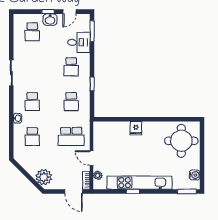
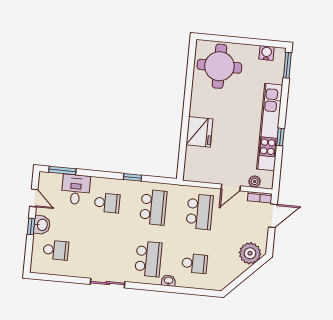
school desk: (32, 102) -> (148, 259), width x1.85
school desk: (71, 102) -> (153, 207), width x1.85
fridge: (136, 128) -> (199, 132), width x1.88, depth x1.34

